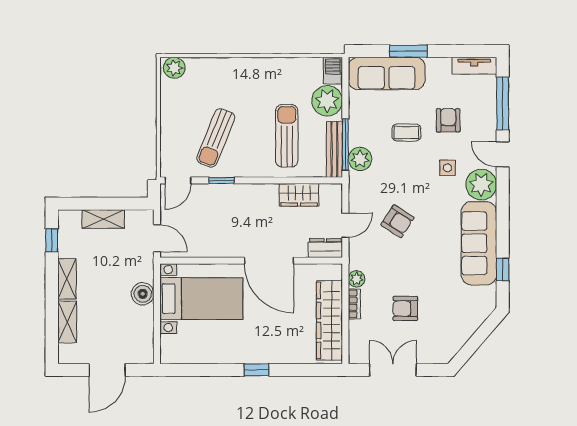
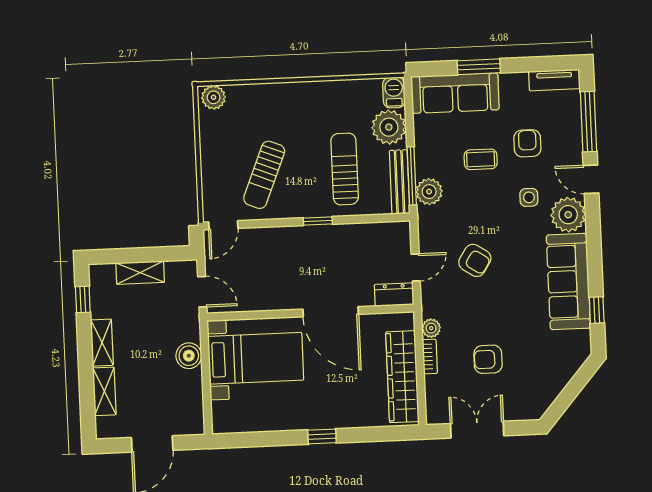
window: (222, 180) -> (318, 221), moved
wardrobe: (299, 195) -> (362, 235), removed

